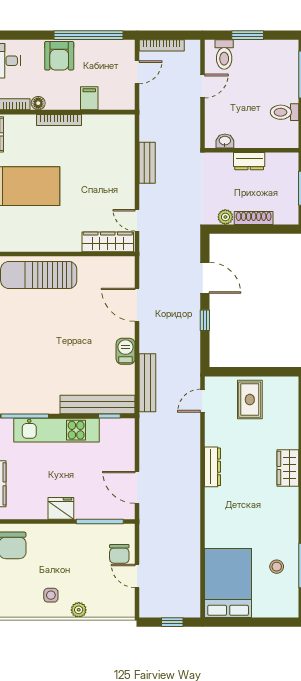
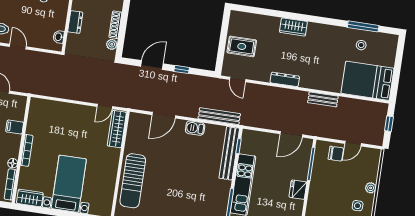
bench: (147, 163) -> (323, 99), moved

